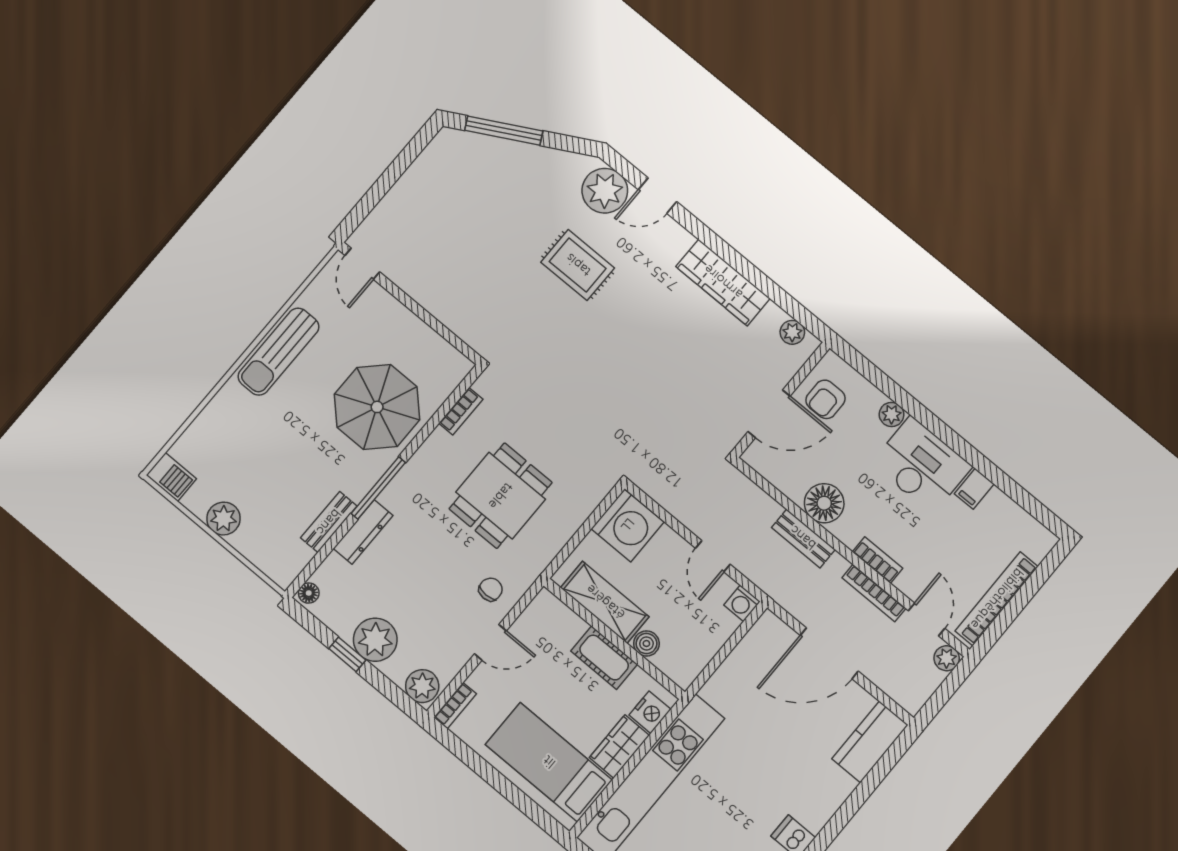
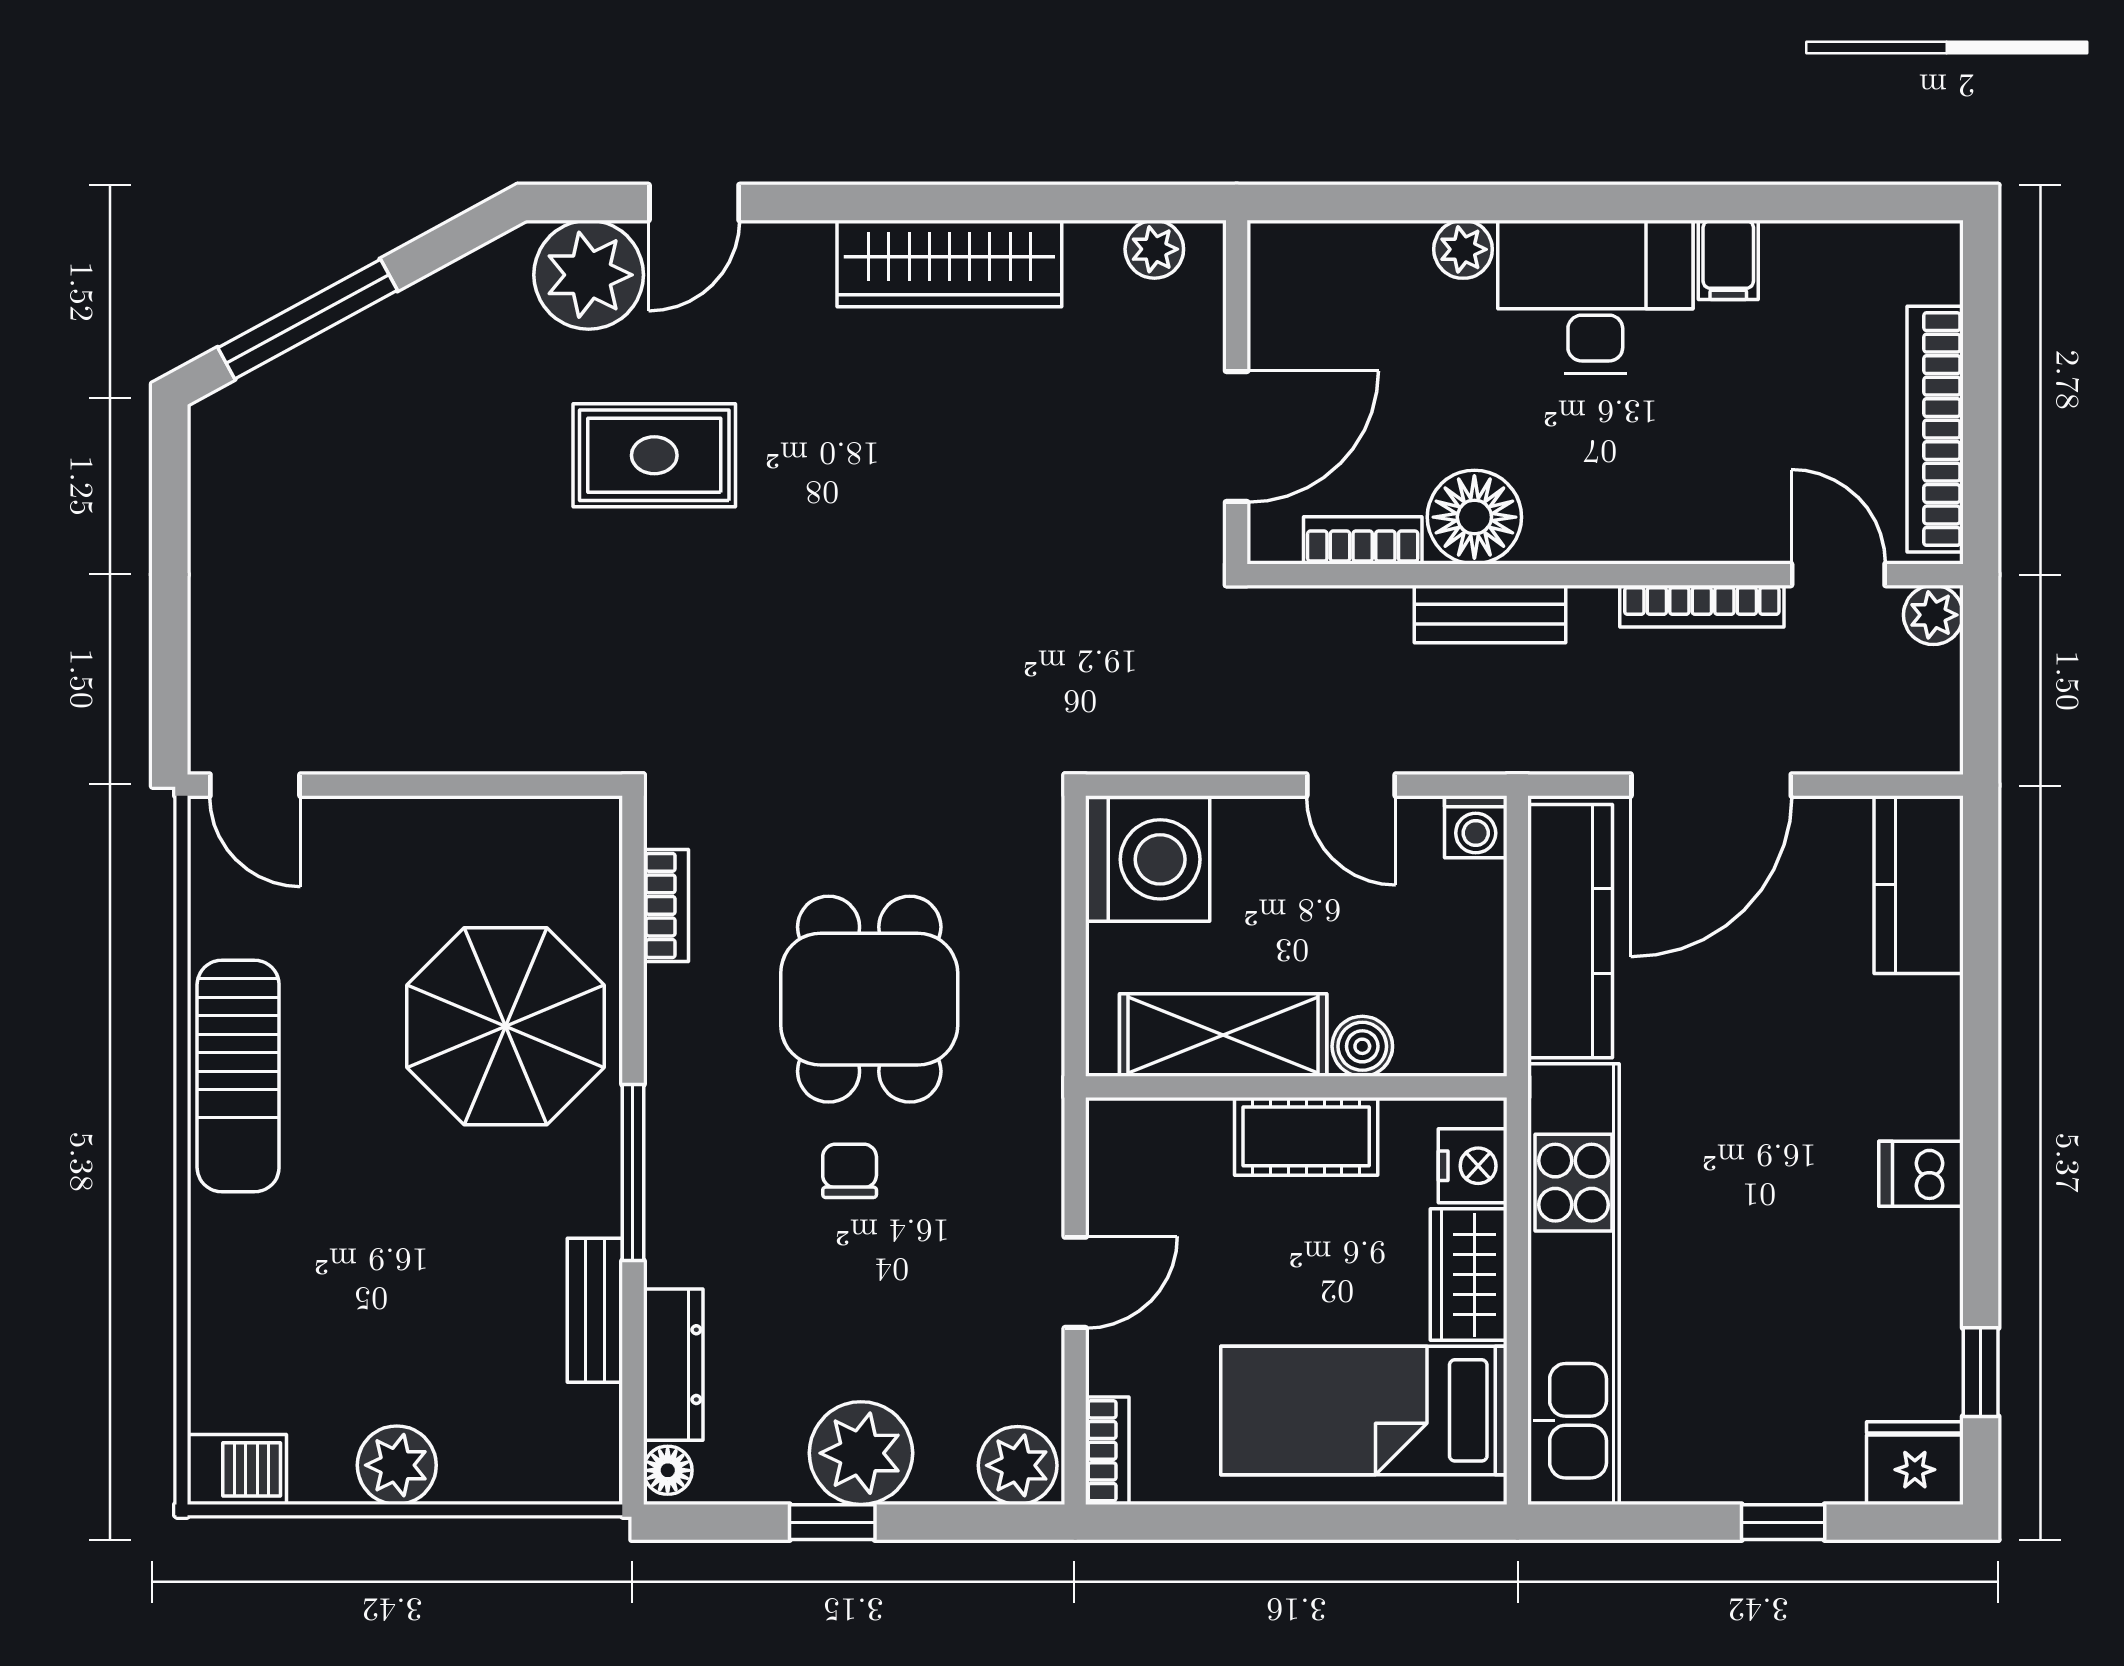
armchair: (825, 399) -> (1318, 323), removed
dresser: (363, 532) -> (673, 1365), moved
bookcase: (877, 560) -> (1363, 540), moved
chair: (491, 589) -> (850, 1171), moved
kitchen counter: (745, 662) -> (1570, 931), added

